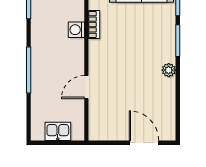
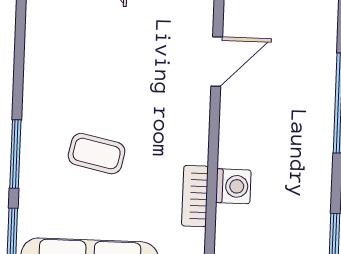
coffee table: (140, 42) -> (97, 154), added
plant: (169, 70) -> (37, 91), removed

